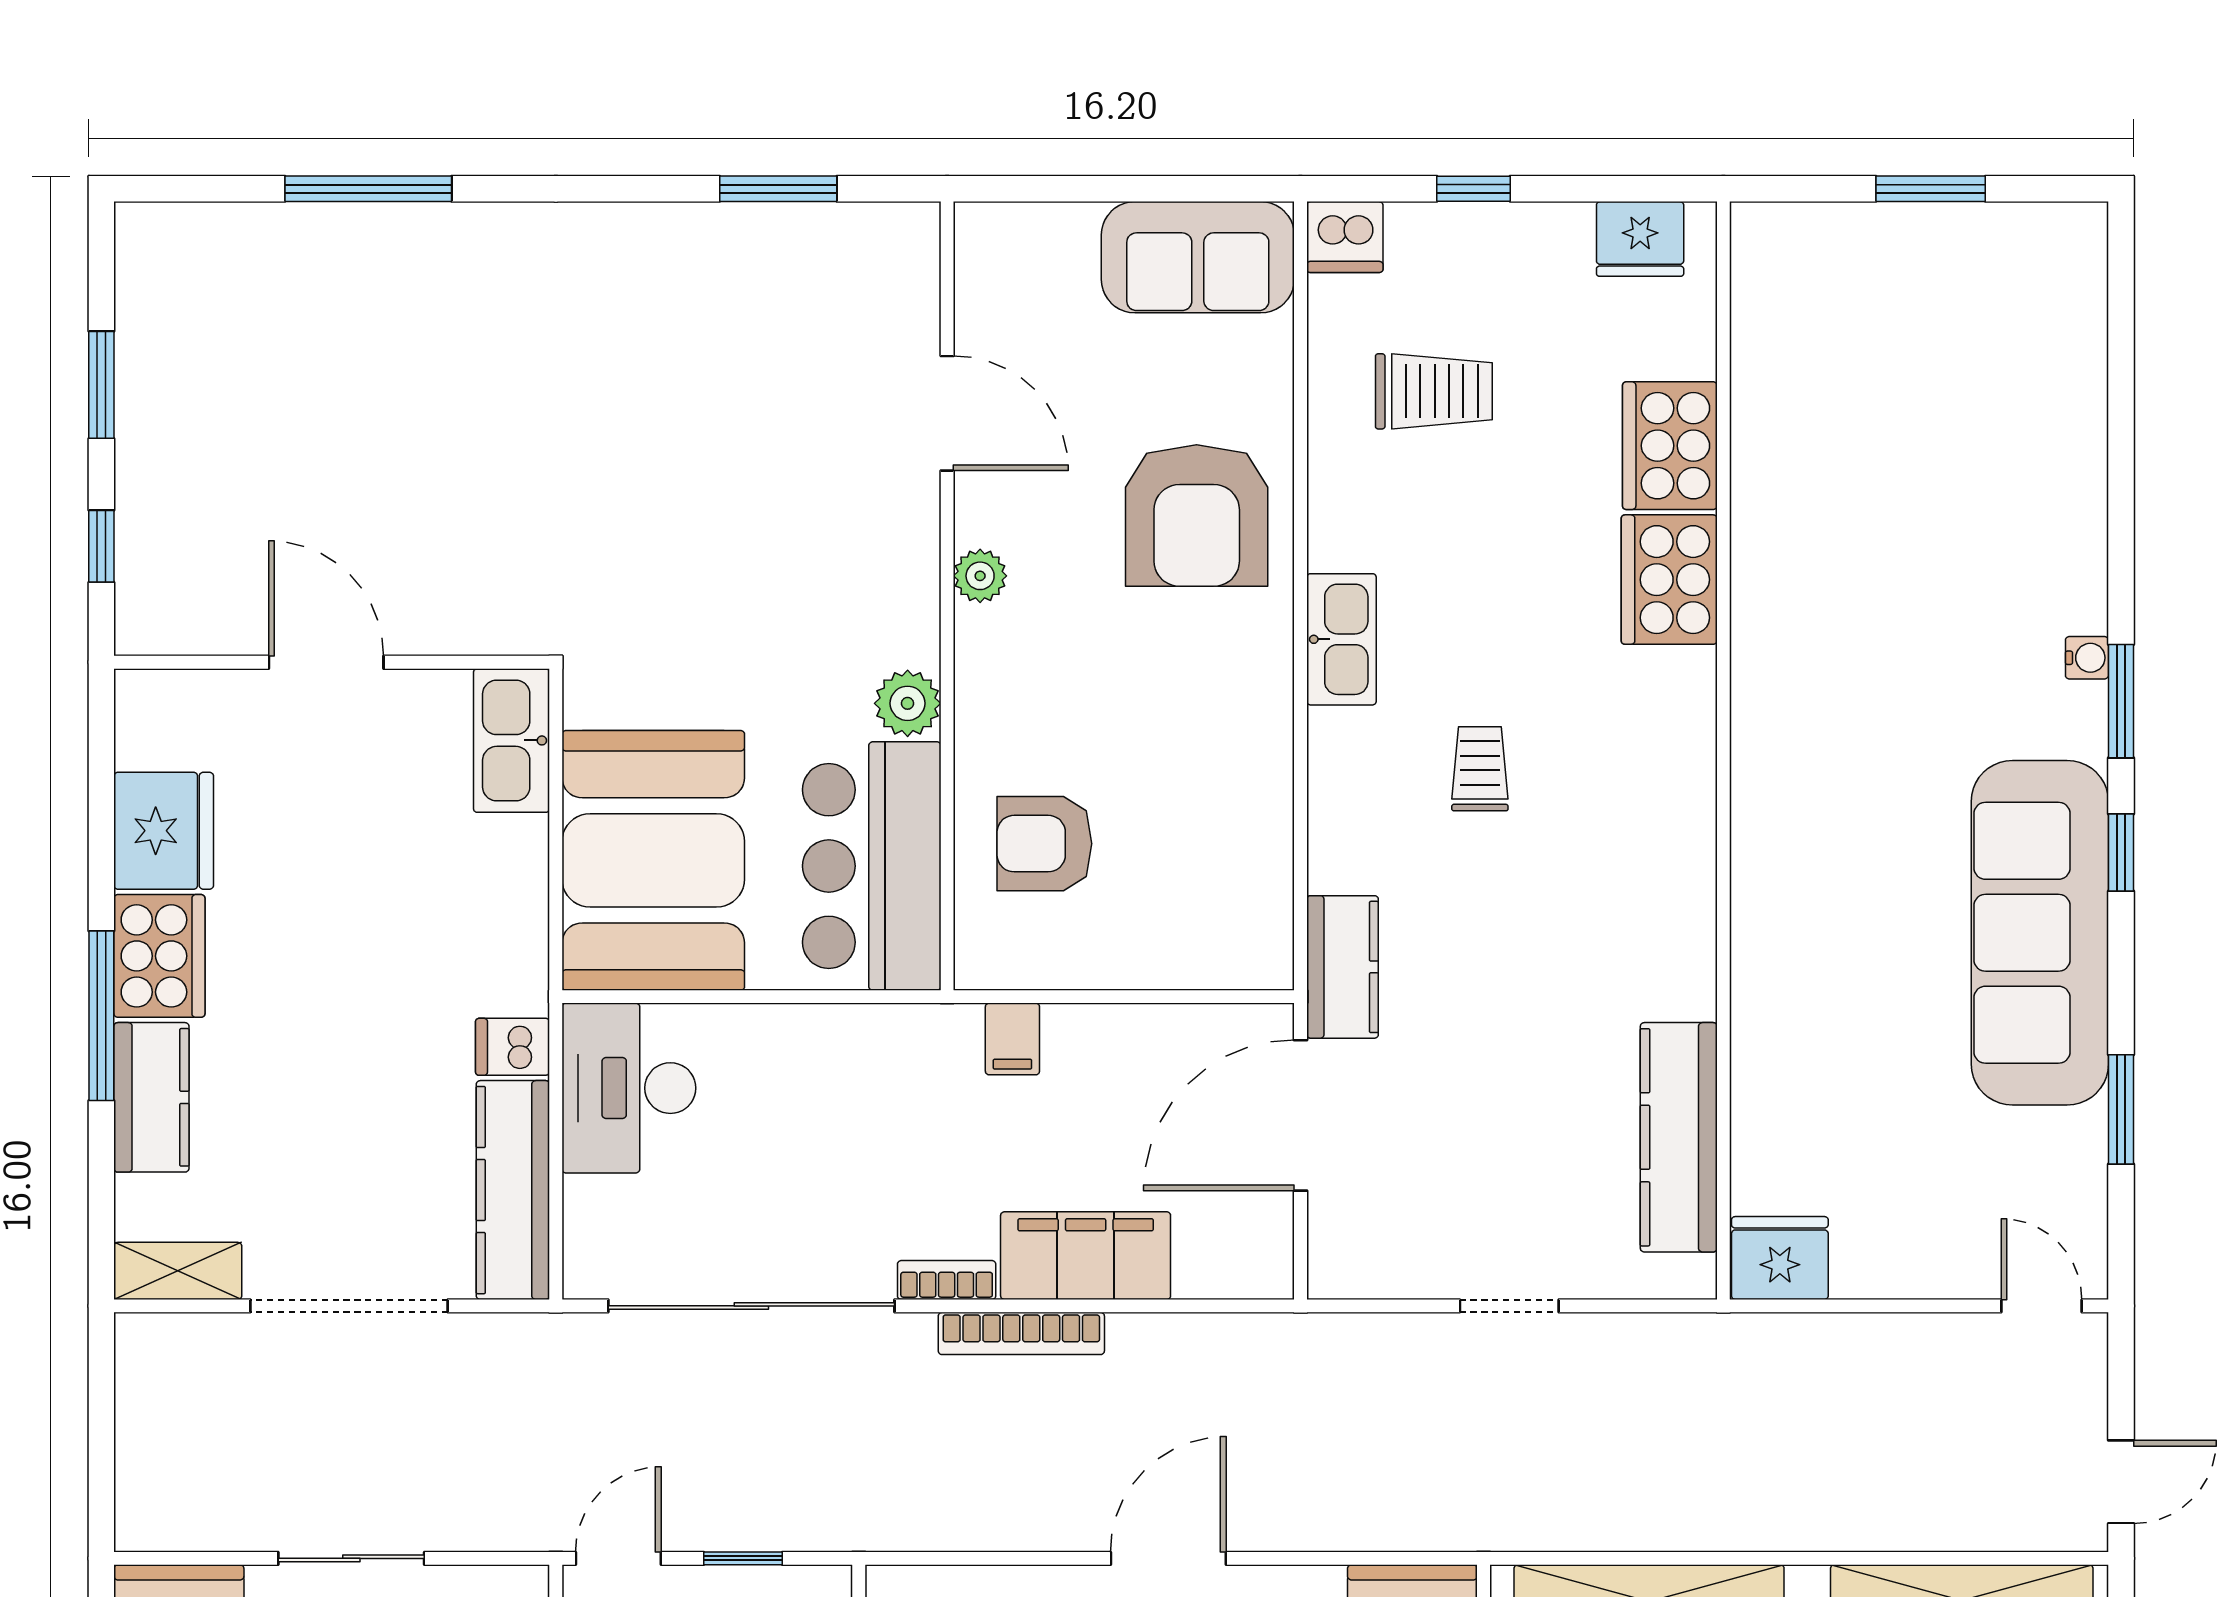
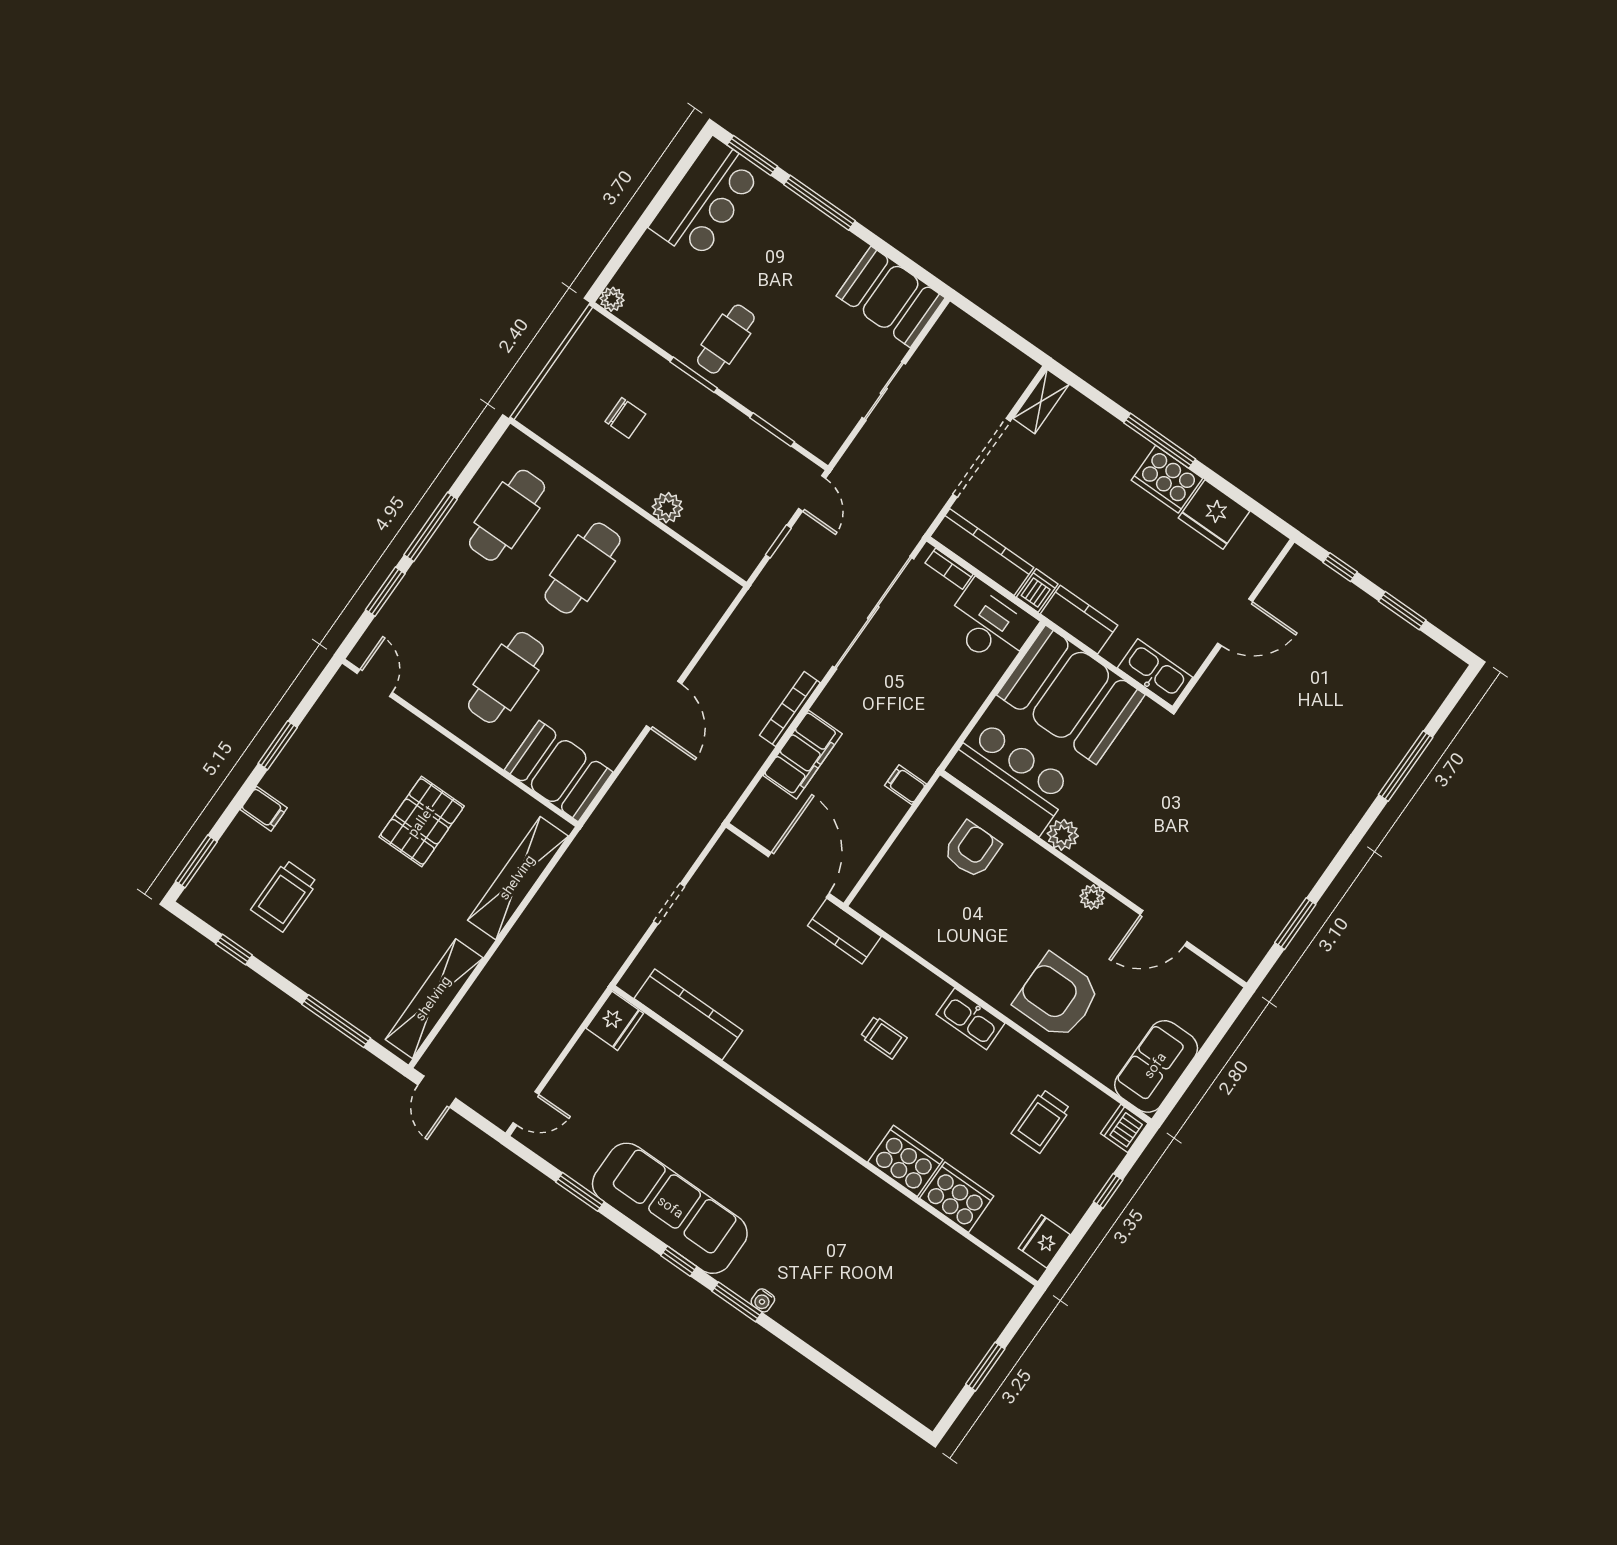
kitchen counter: (151, 1097) -> (1079, 620), moved, turned 180
bookcase: (947, 1280) -> (949, 569), moved, turned 90

